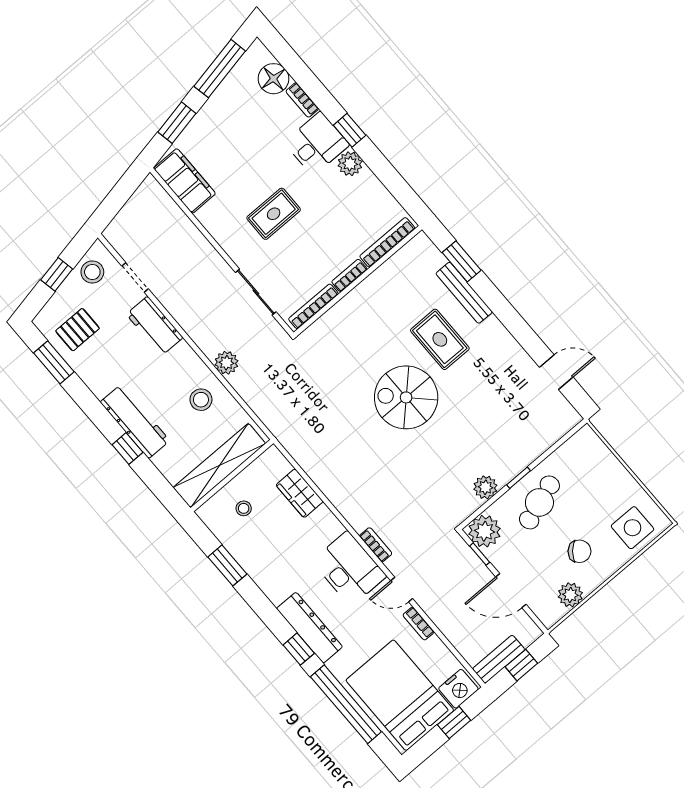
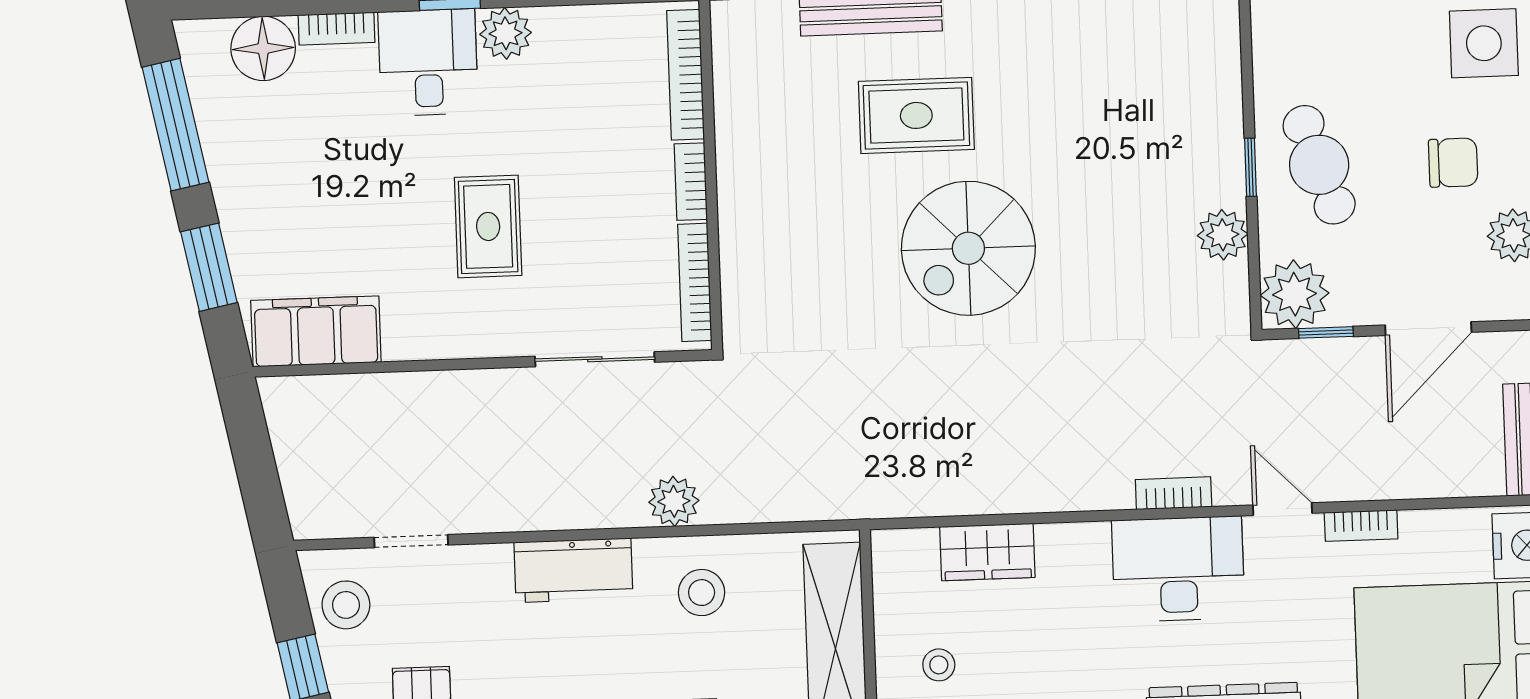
workbench: (155, 326) -> (573, 570), moved
chair: (579, 551) -> (1453, 163), turned 49
door: (402, 590) -> (1282, 509), swing flipped

